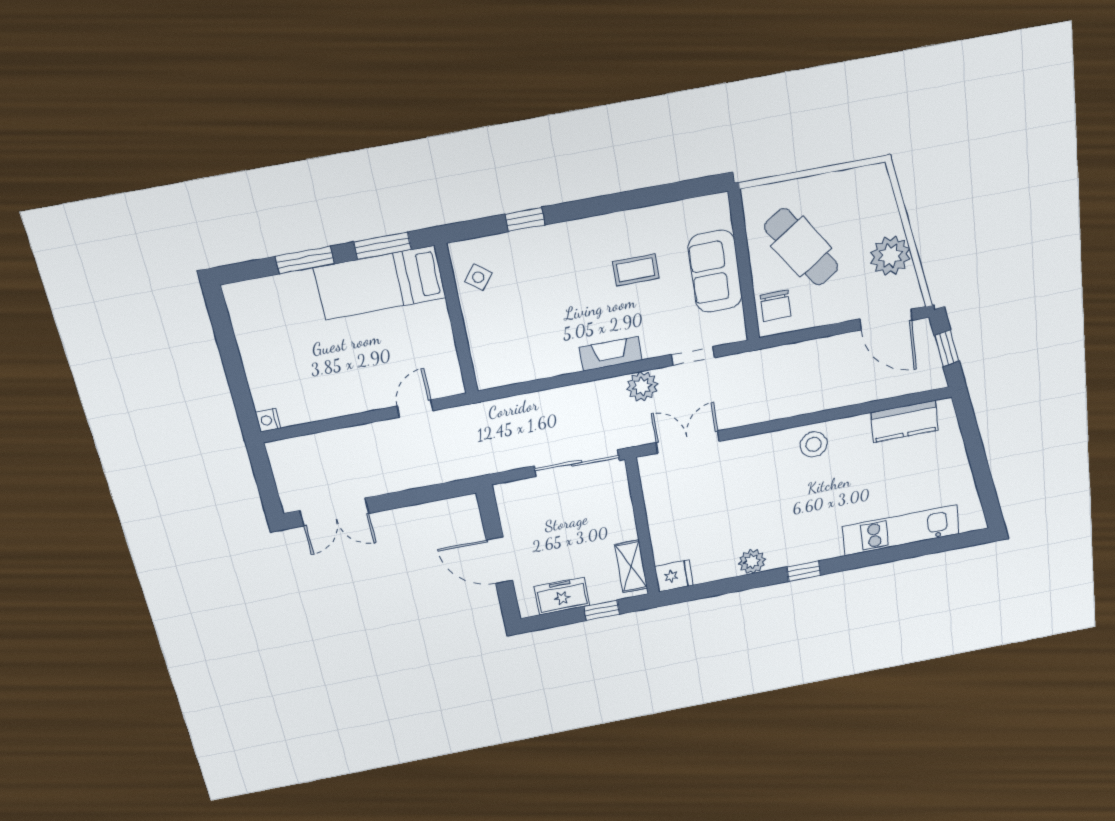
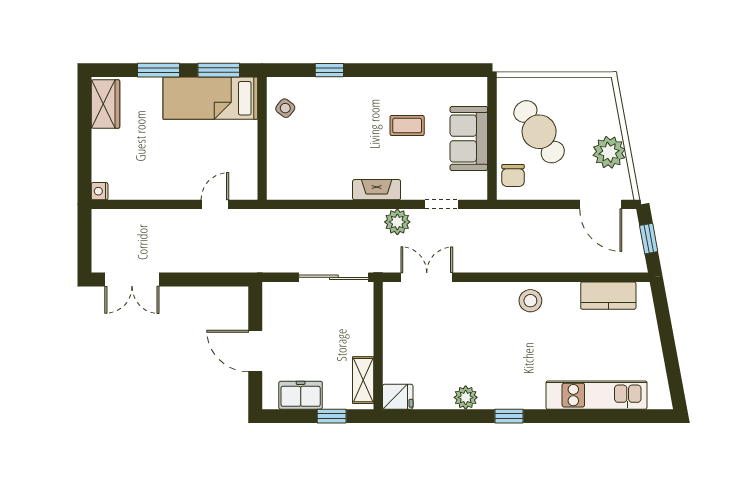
wardrobe: (247, 315) -> (105, 104), added

